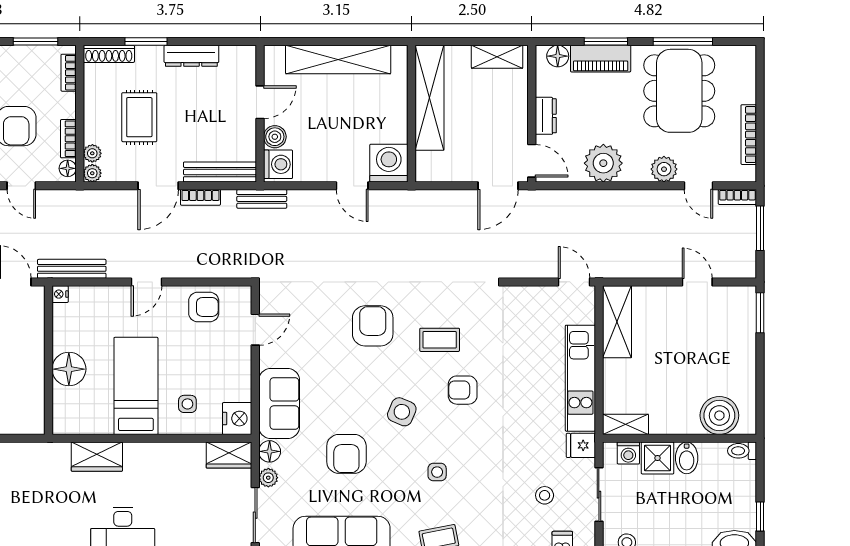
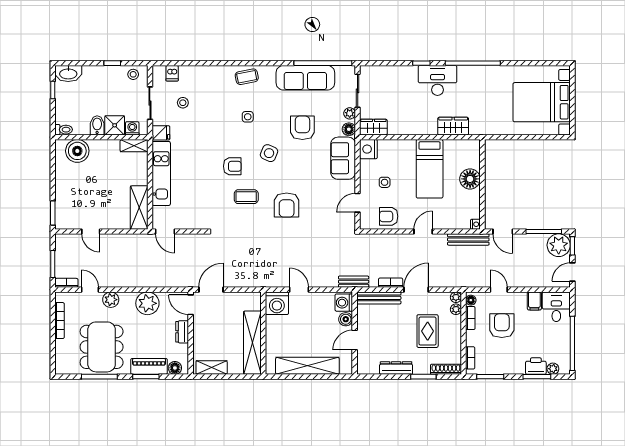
side table: (187, 404) -> (385, 182), moved

